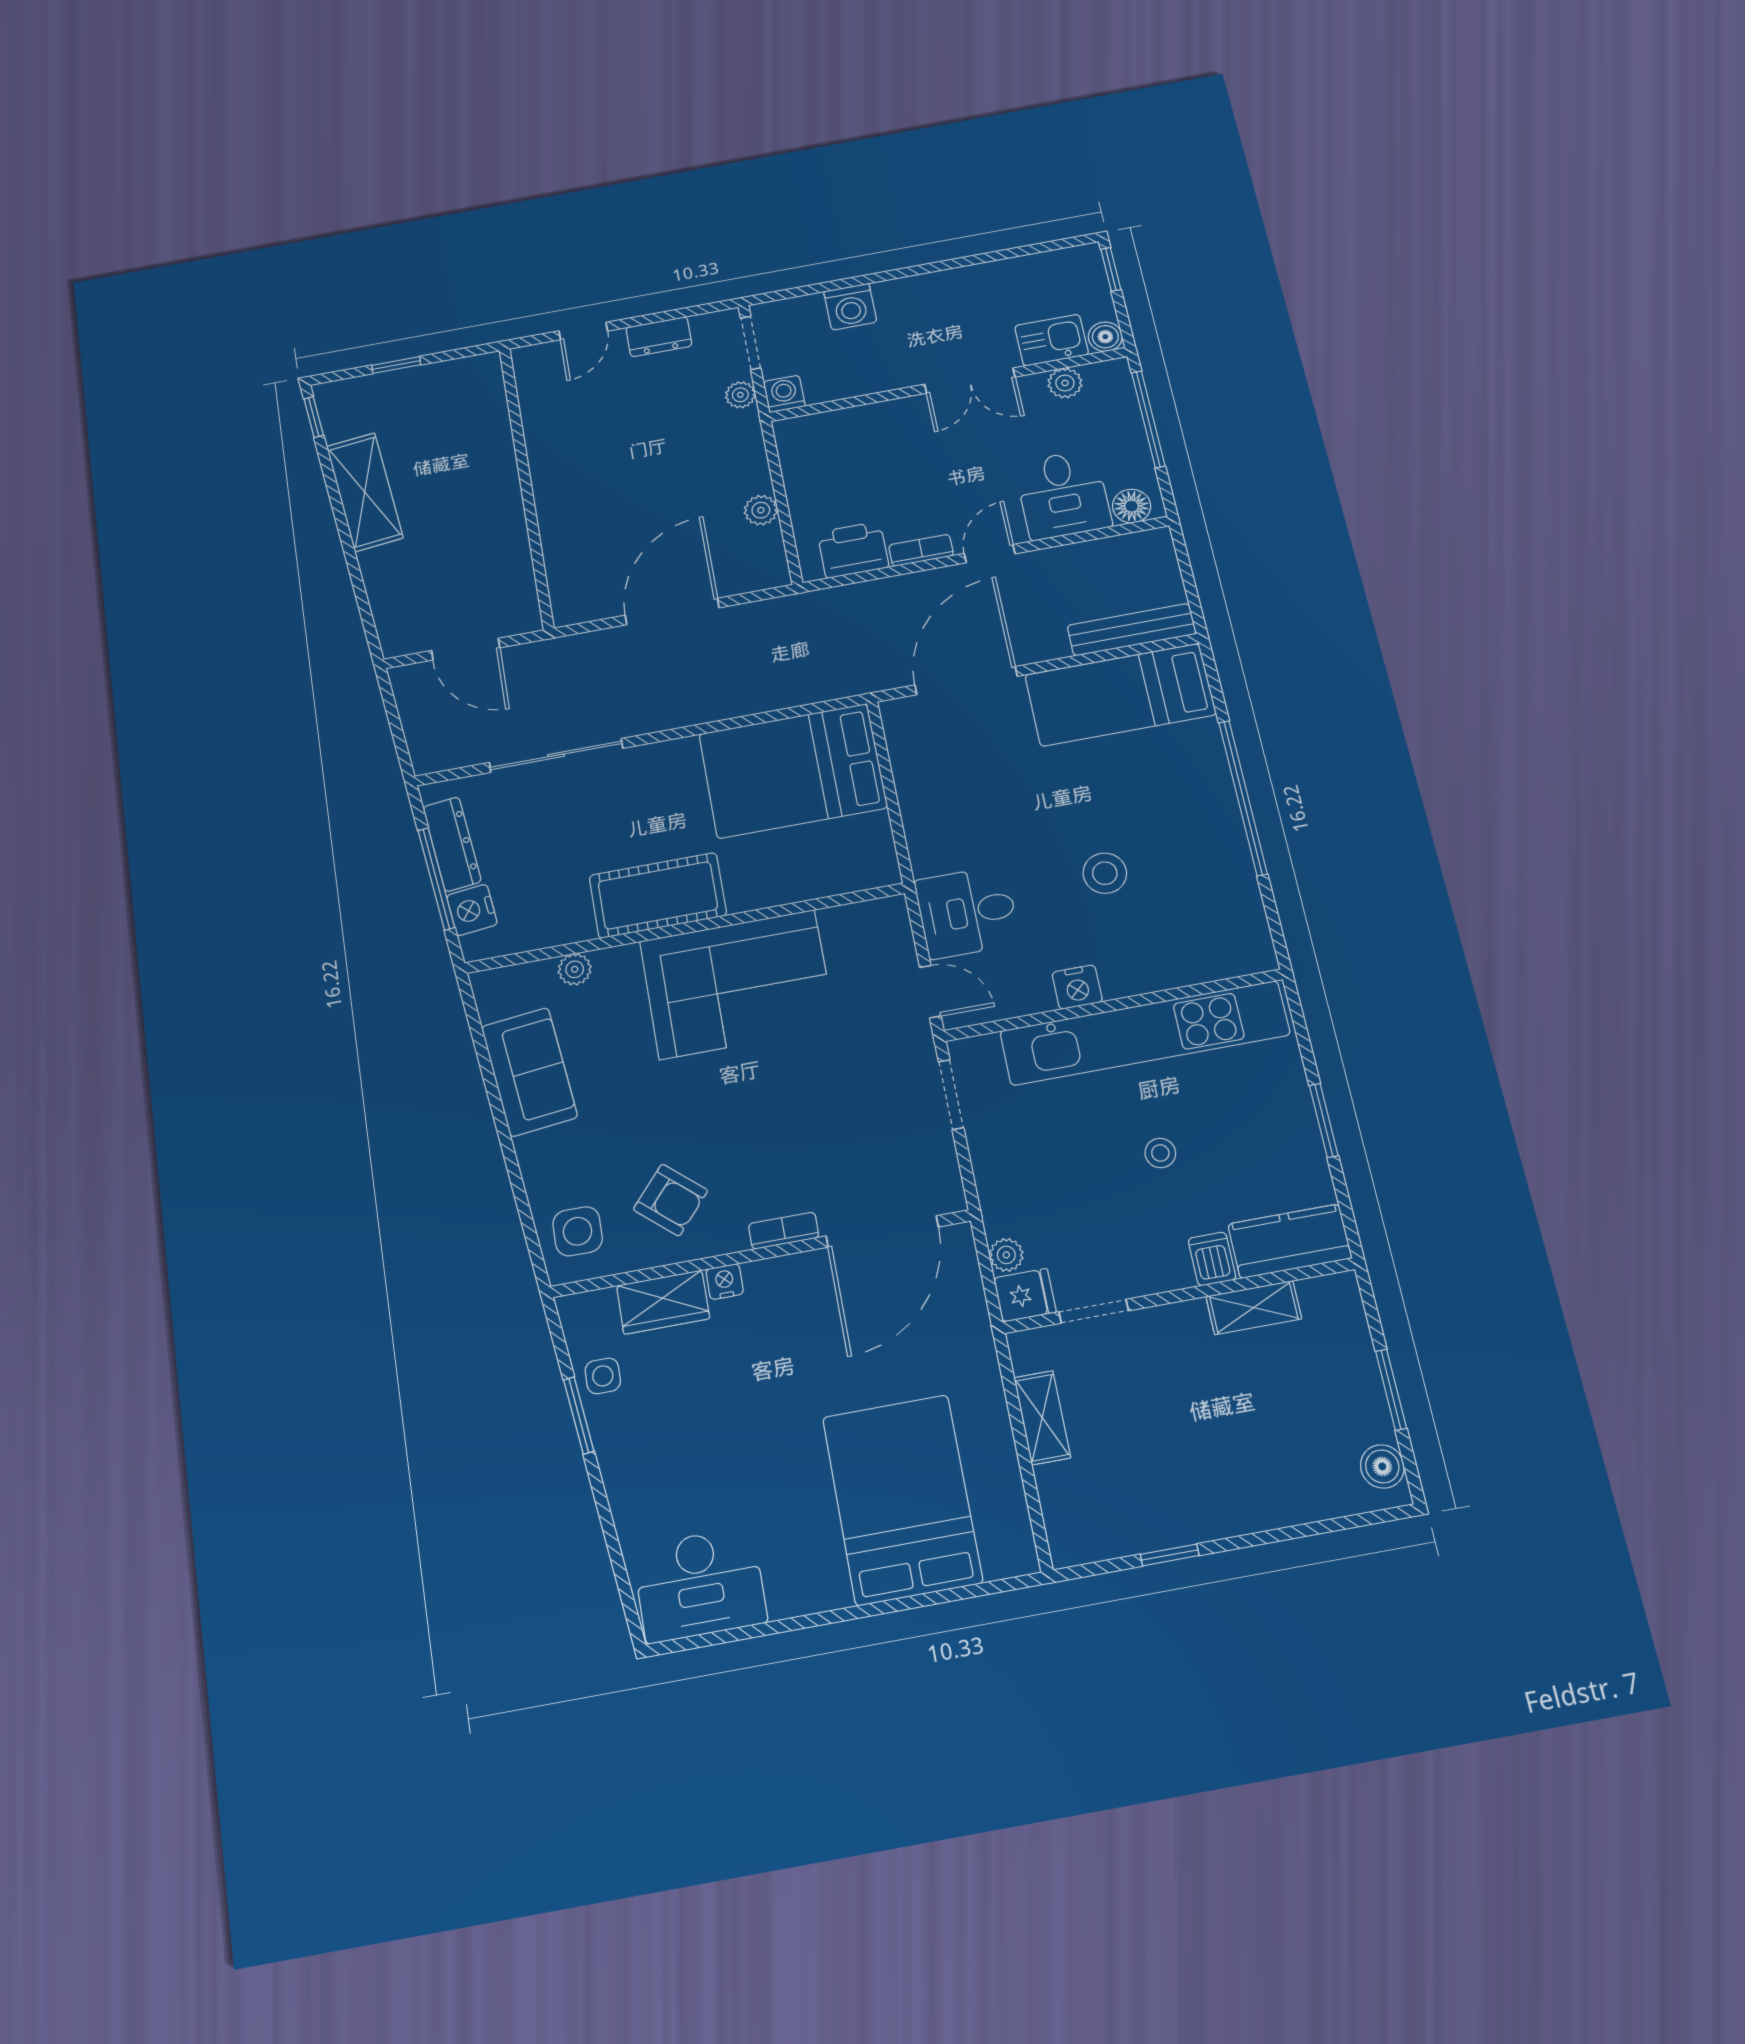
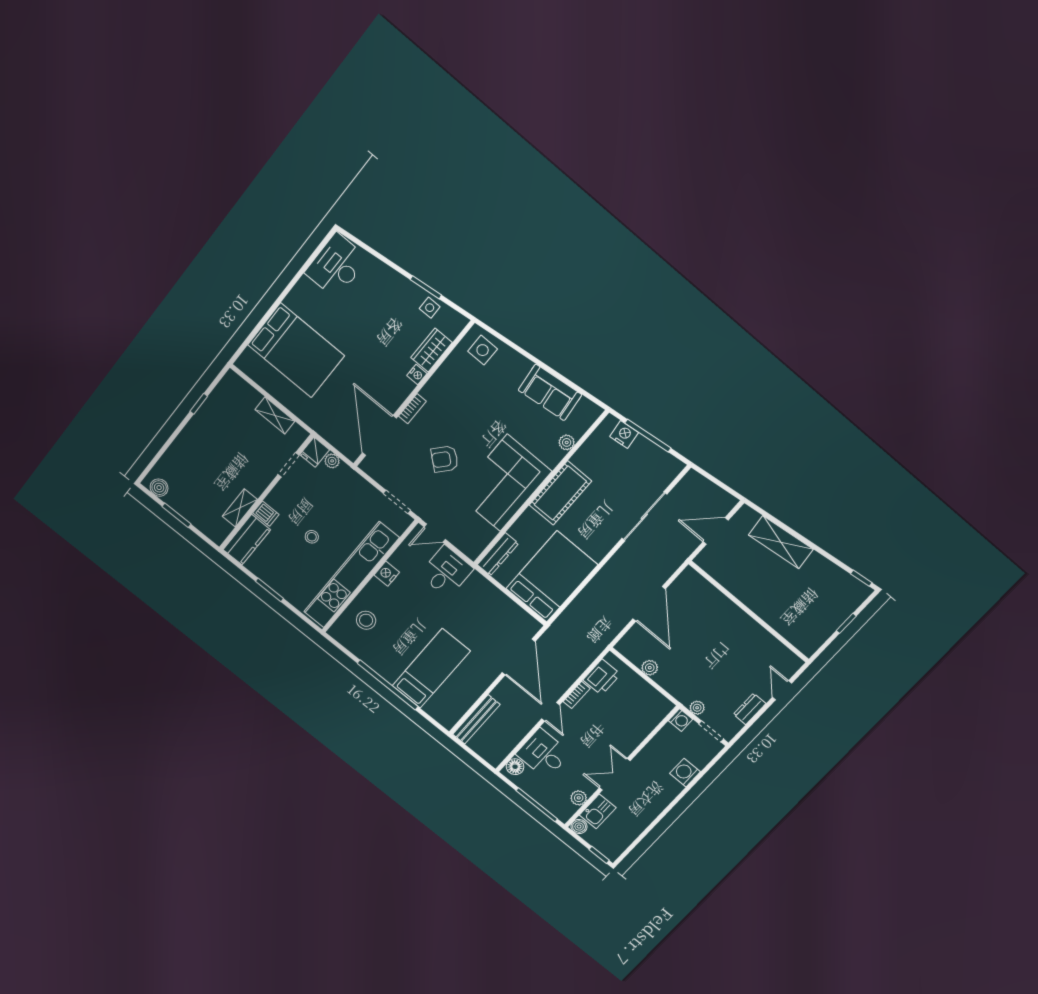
shelving: (365, 492) -> (781, 542), moved
bed: (1120, 695) -> (431, 668), moved
dresser: (452, 844) -> (498, 554), moved, turned -83
stool: (1105, 873) -> (366, 620), moved
armchair: (671, 1200) -> (445, 459), moved

